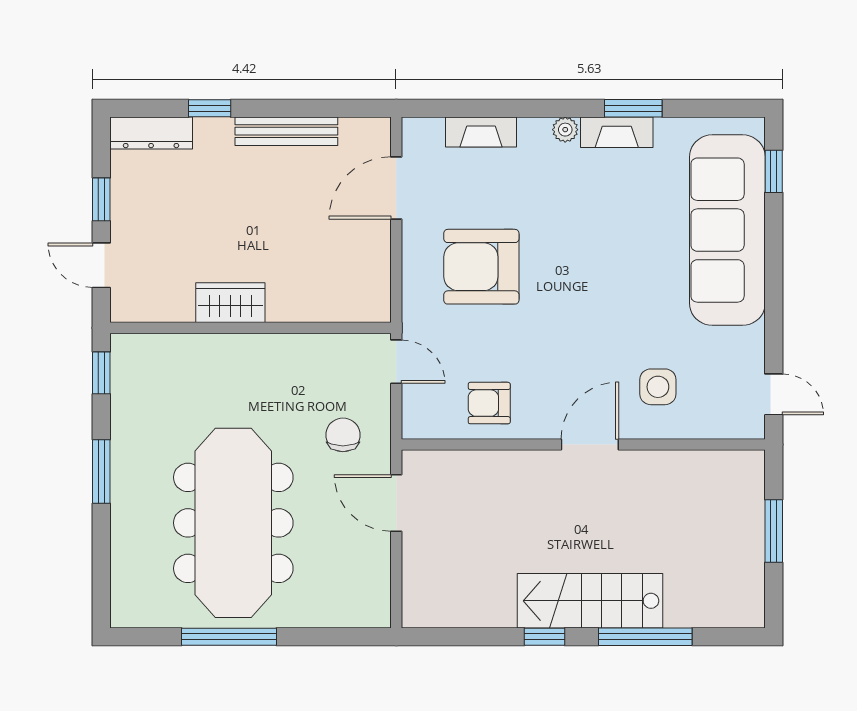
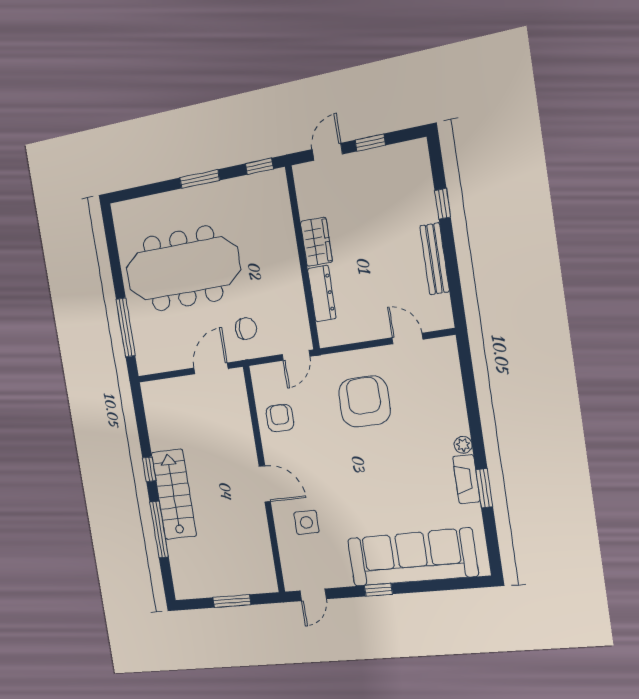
fireplace: (481, 132) -> (453, 389), removed
dresser: (151, 133) -> (322, 294), moved, turned 180
window: (774, 171) -> (378, 590), moved
door: (396, 188) -> (407, 338), width x0.73
window: (229, 637) -> (126, 327), moved

